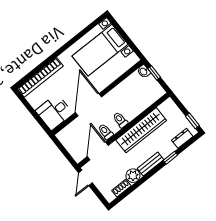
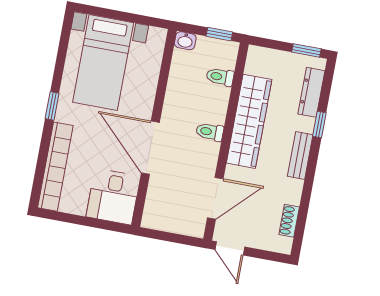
window: (62, 50) -> (52, 106), added
window: (154, 73) -> (219, 34), moved
toilet: (106, 132) -> (220, 77), moved
dresser: (182, 138) -> (311, 92), width x1.44
door: (98, 151) -> (215, 198), swing flipped
plant: (133, 176) -> (290, 191), removed

